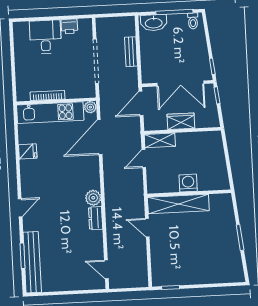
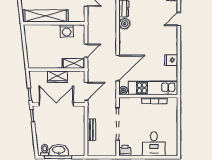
washbasin: (154, 23) -> (59, 150), moved
printer: (69, 26) -> (125, 151), moved
washing machine: (188, 183) -> (67, 31), moved
shelving: (178, 204) -> (46, 16), moved

